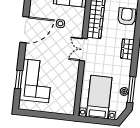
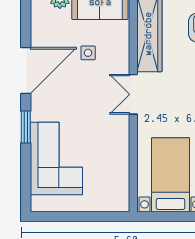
window: (19, 80) -> (26, 127), moved

